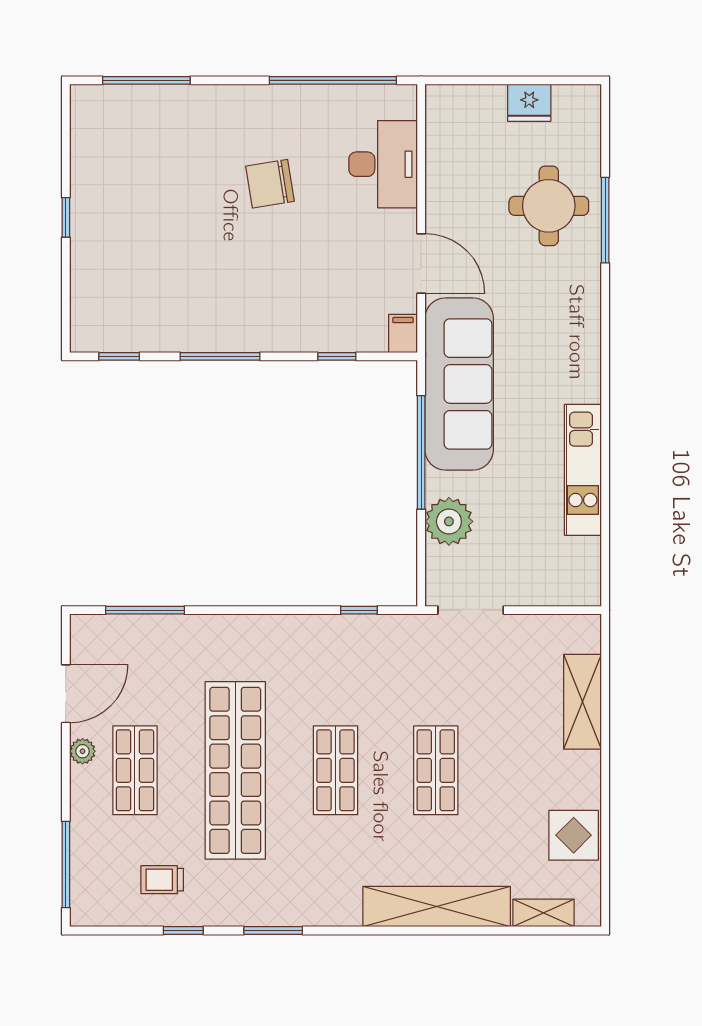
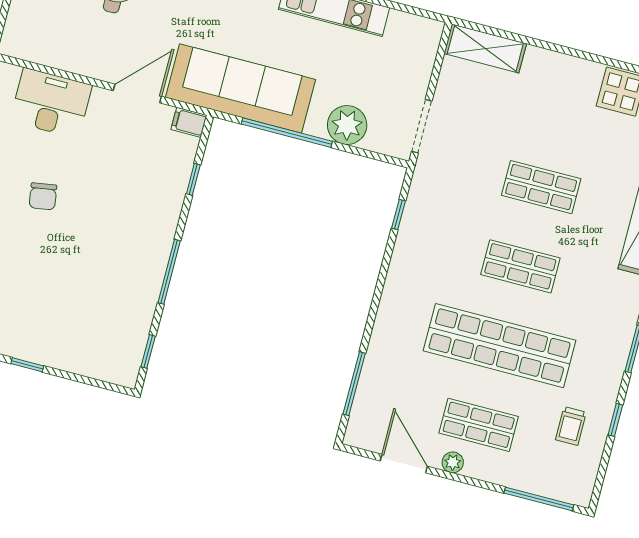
chair: (270, 184) -> (43, 196), width x0.73, depth x0.73
shelving: (582, 702) -> (485, 48), moved

